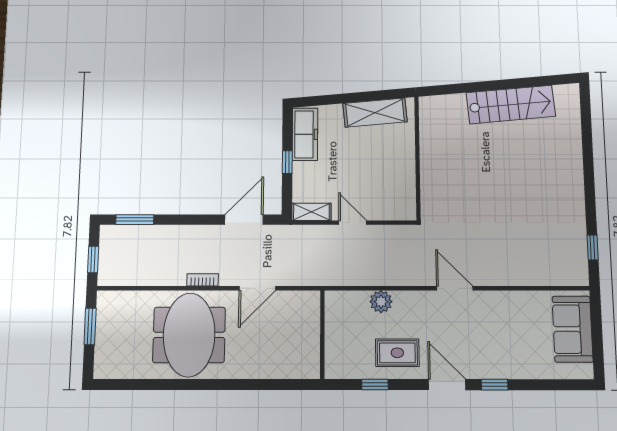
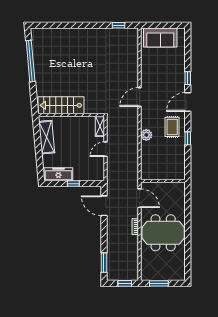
window: (517, 83) -> (31, 61), added
stairs: (511, 105) -> (61, 105), moved, turned -85
shelving: (311, 212) -> (100, 126), moved
wall: (322, 334) -> (163, 181), moved

